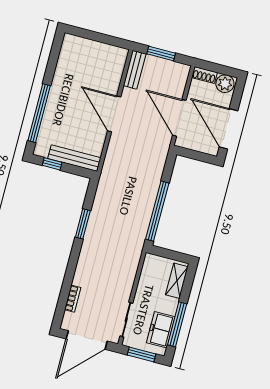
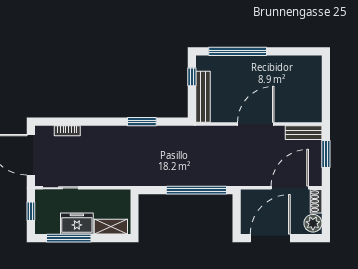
door: (179, 118) -> (290, 188), moved
window: (157, 211) -> (196, 190), moved
freezer: (161, 330) -> (77, 224), moved
window: (142, 354) -> (31, 211), width x0.67

